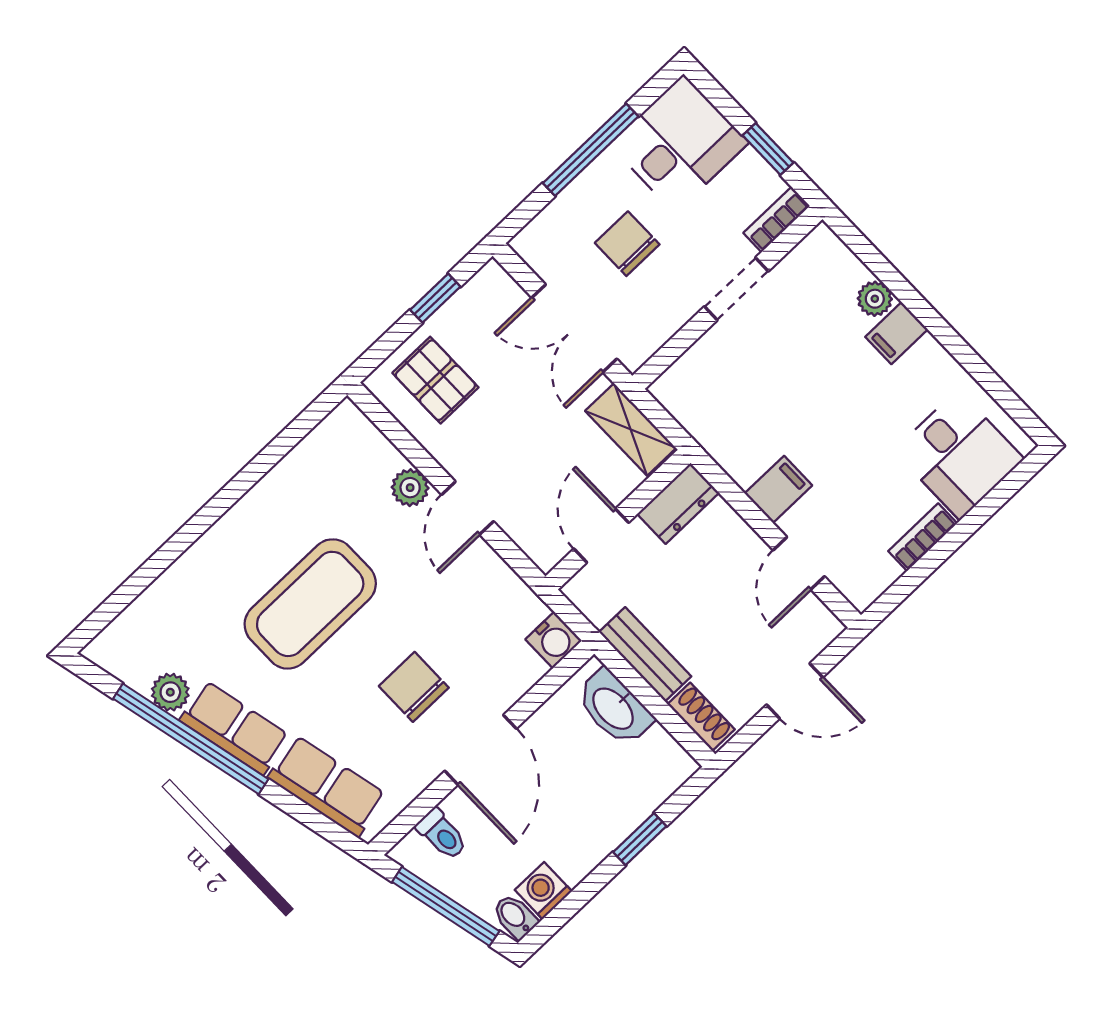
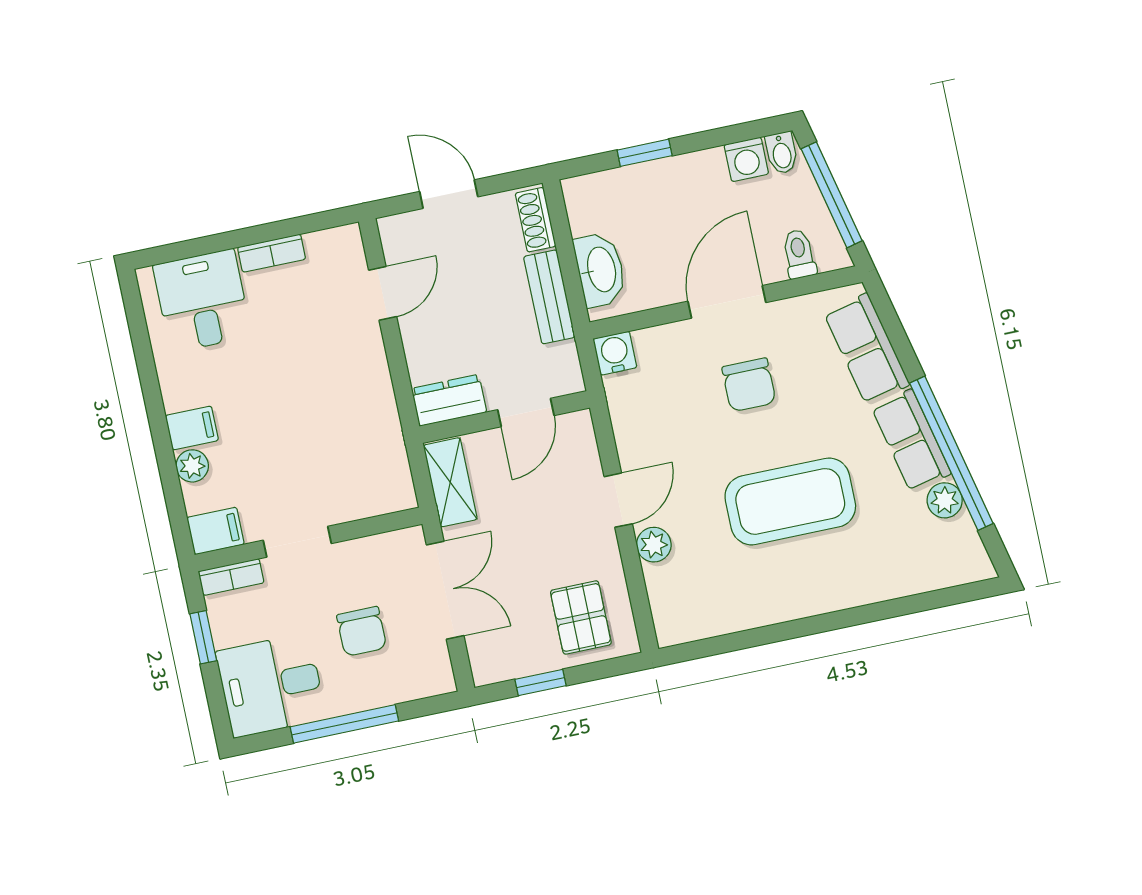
filing cabinet: (778, 489) -> (216, 531), moved, turned 180

